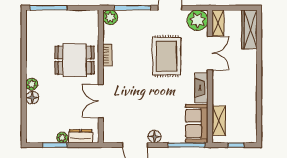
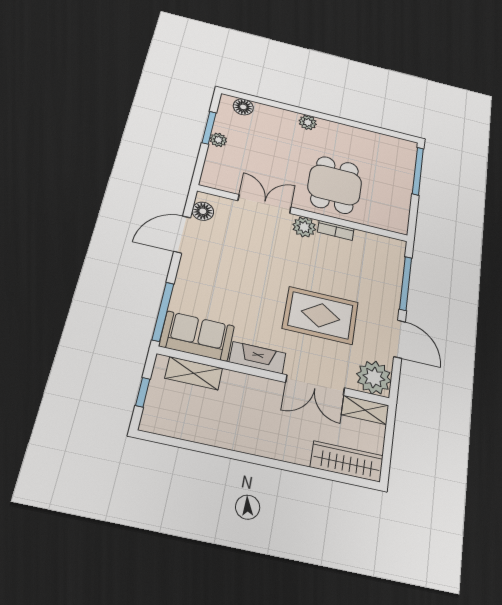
plant: (110, 17) -> (304, 227), moved
floor lamp: (32, 98) -> (243, 107), moved
dresser: (81, 136) -> (215, 164), removed
floor lamp: (154, 137) -> (203, 211), moved

